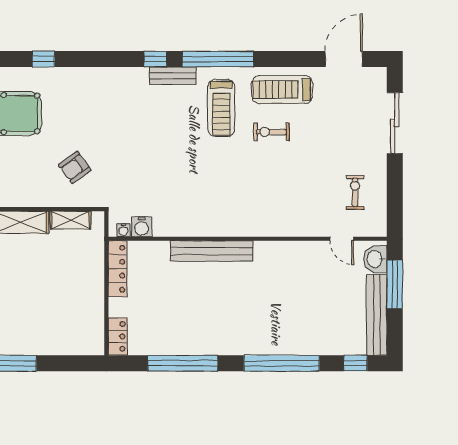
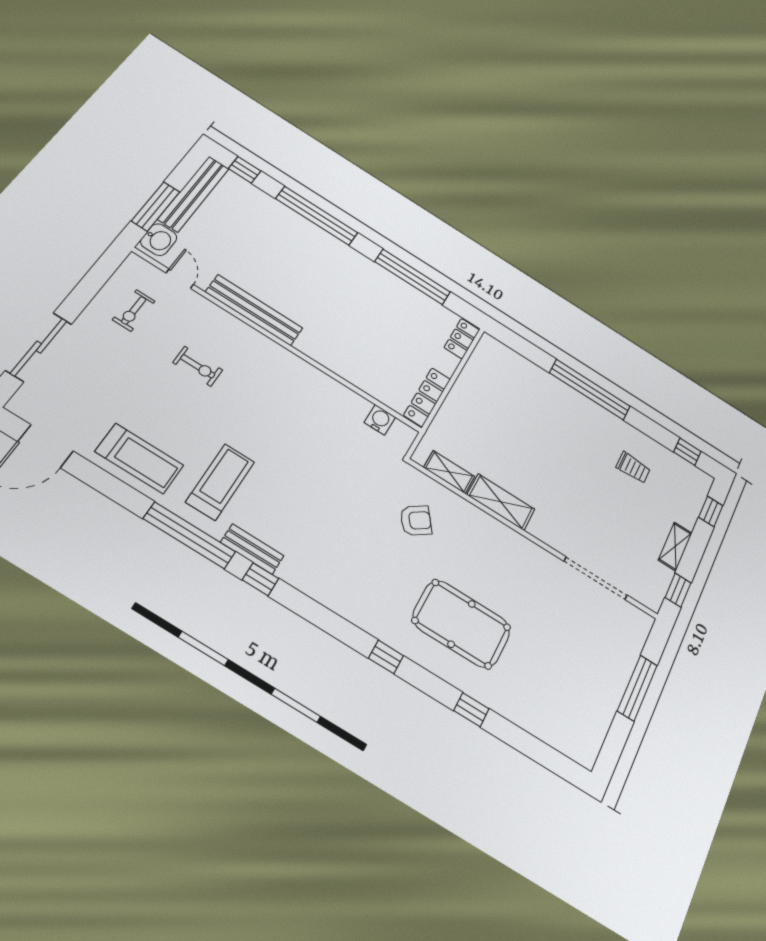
exercise bike: (271, 132) -> (198, 366), moved
water cooler: (123, 230) -> (400, 428), removed
bench: (212, 251) -> (254, 310), moved

